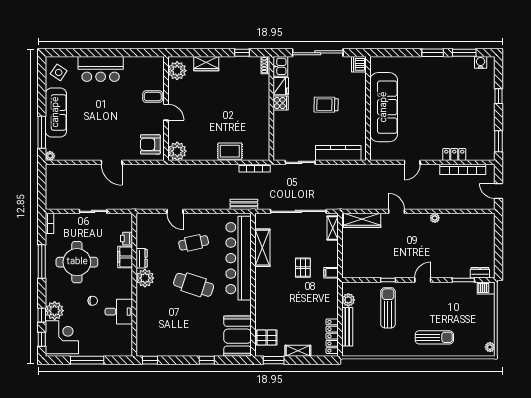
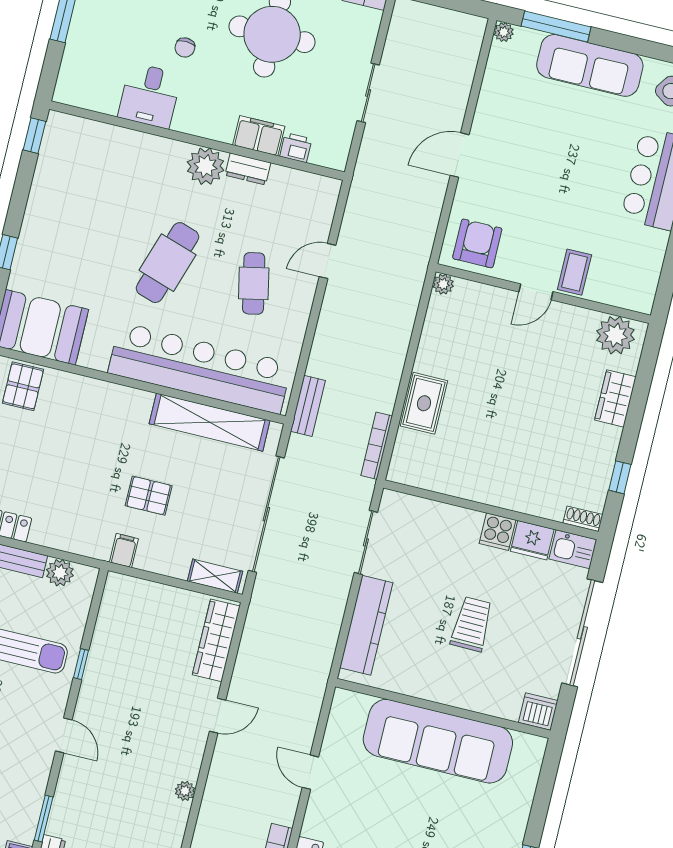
plant: (177, 151) -> (443, 284), width x0.53, depth x0.53
shelving: (262, 248) -> (210, 422), width x1.47

